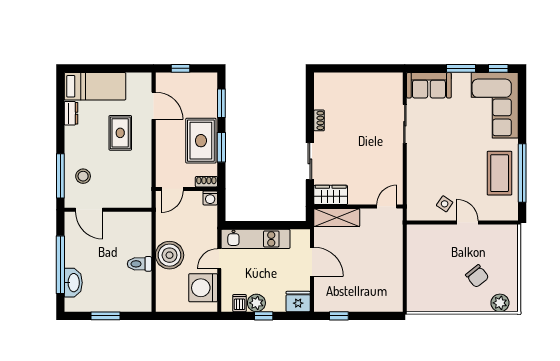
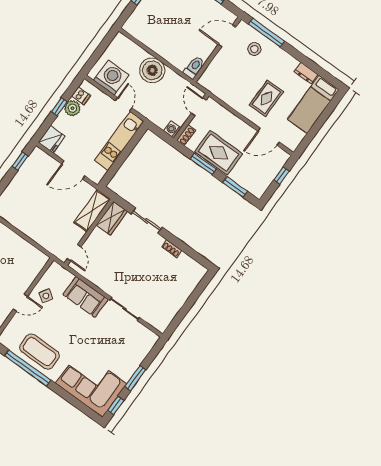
sofa: (429, 85) -> (85, 297), moved, turned -90
rug: (120, 133) -> (266, 98), turned 90
toilet: (139, 264) -> (194, 67), moved

